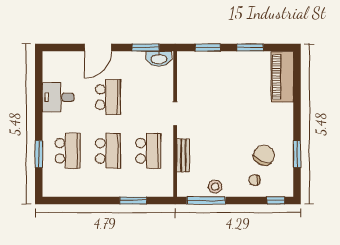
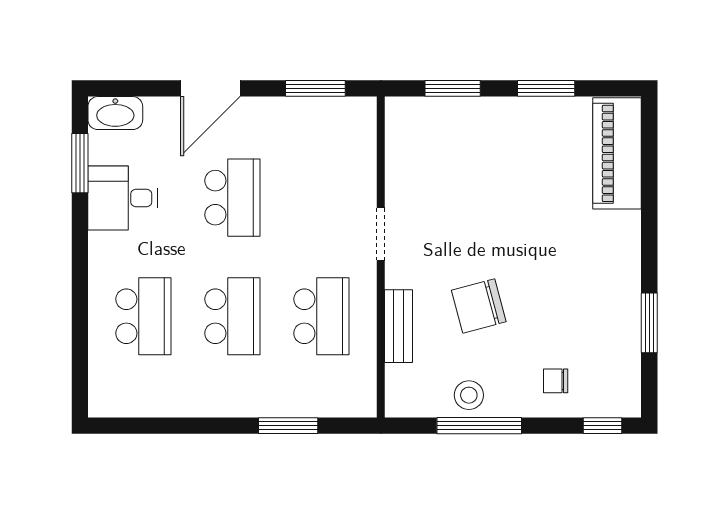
washbasin: (159, 59) -> (115, 113), moved
window: (39, 154) -> (80, 163), moved
chair: (264, 155) -> (479, 306), moved, turned -130
window: (206, 200) -> (479, 426), moved

